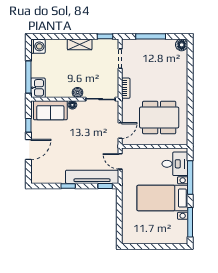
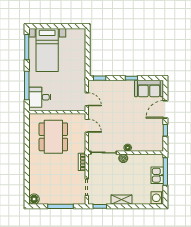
kitchen sink: (38, 88) -> (157, 175), moved
sofa: (50, 110) -> (149, 88), moved, turned 180
dining table: (159, 117) -> (53, 137), turned 90
door: (120, 130) -> (87, 126), swing flipped
tv unit: (92, 177) -> (111, 86), removed
bed with nightstands: (162, 198) -> (47, 50), moved, turned 90

